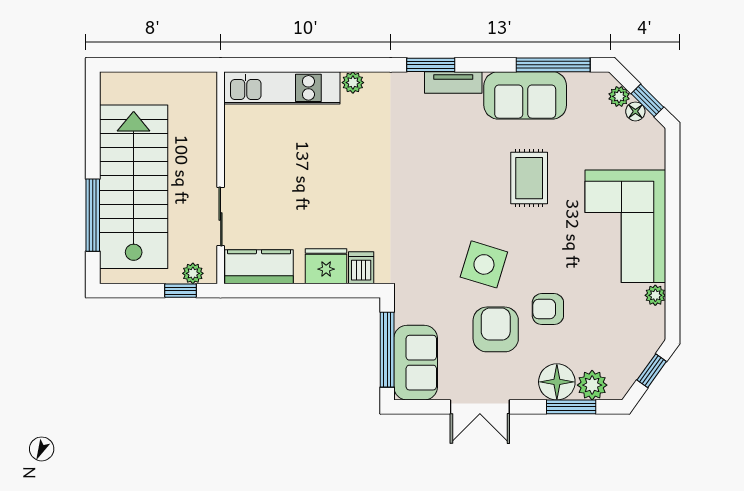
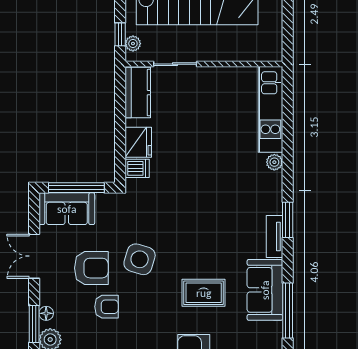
armchair: (548, 309) -> (106, 307), turned 90
floor lamp: (557, 382) -> (46, 313), width x0.53, depth x0.53

